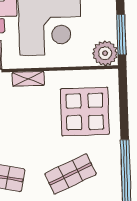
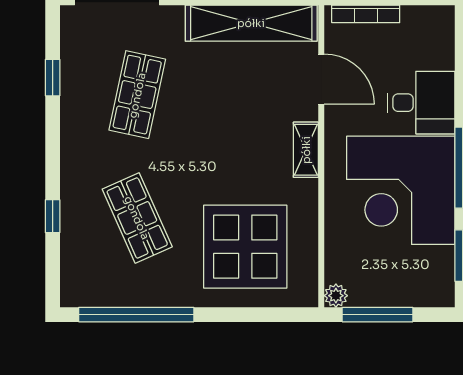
plant: (105, 53) -> (336, 296), width x0.53, depth x0.53

